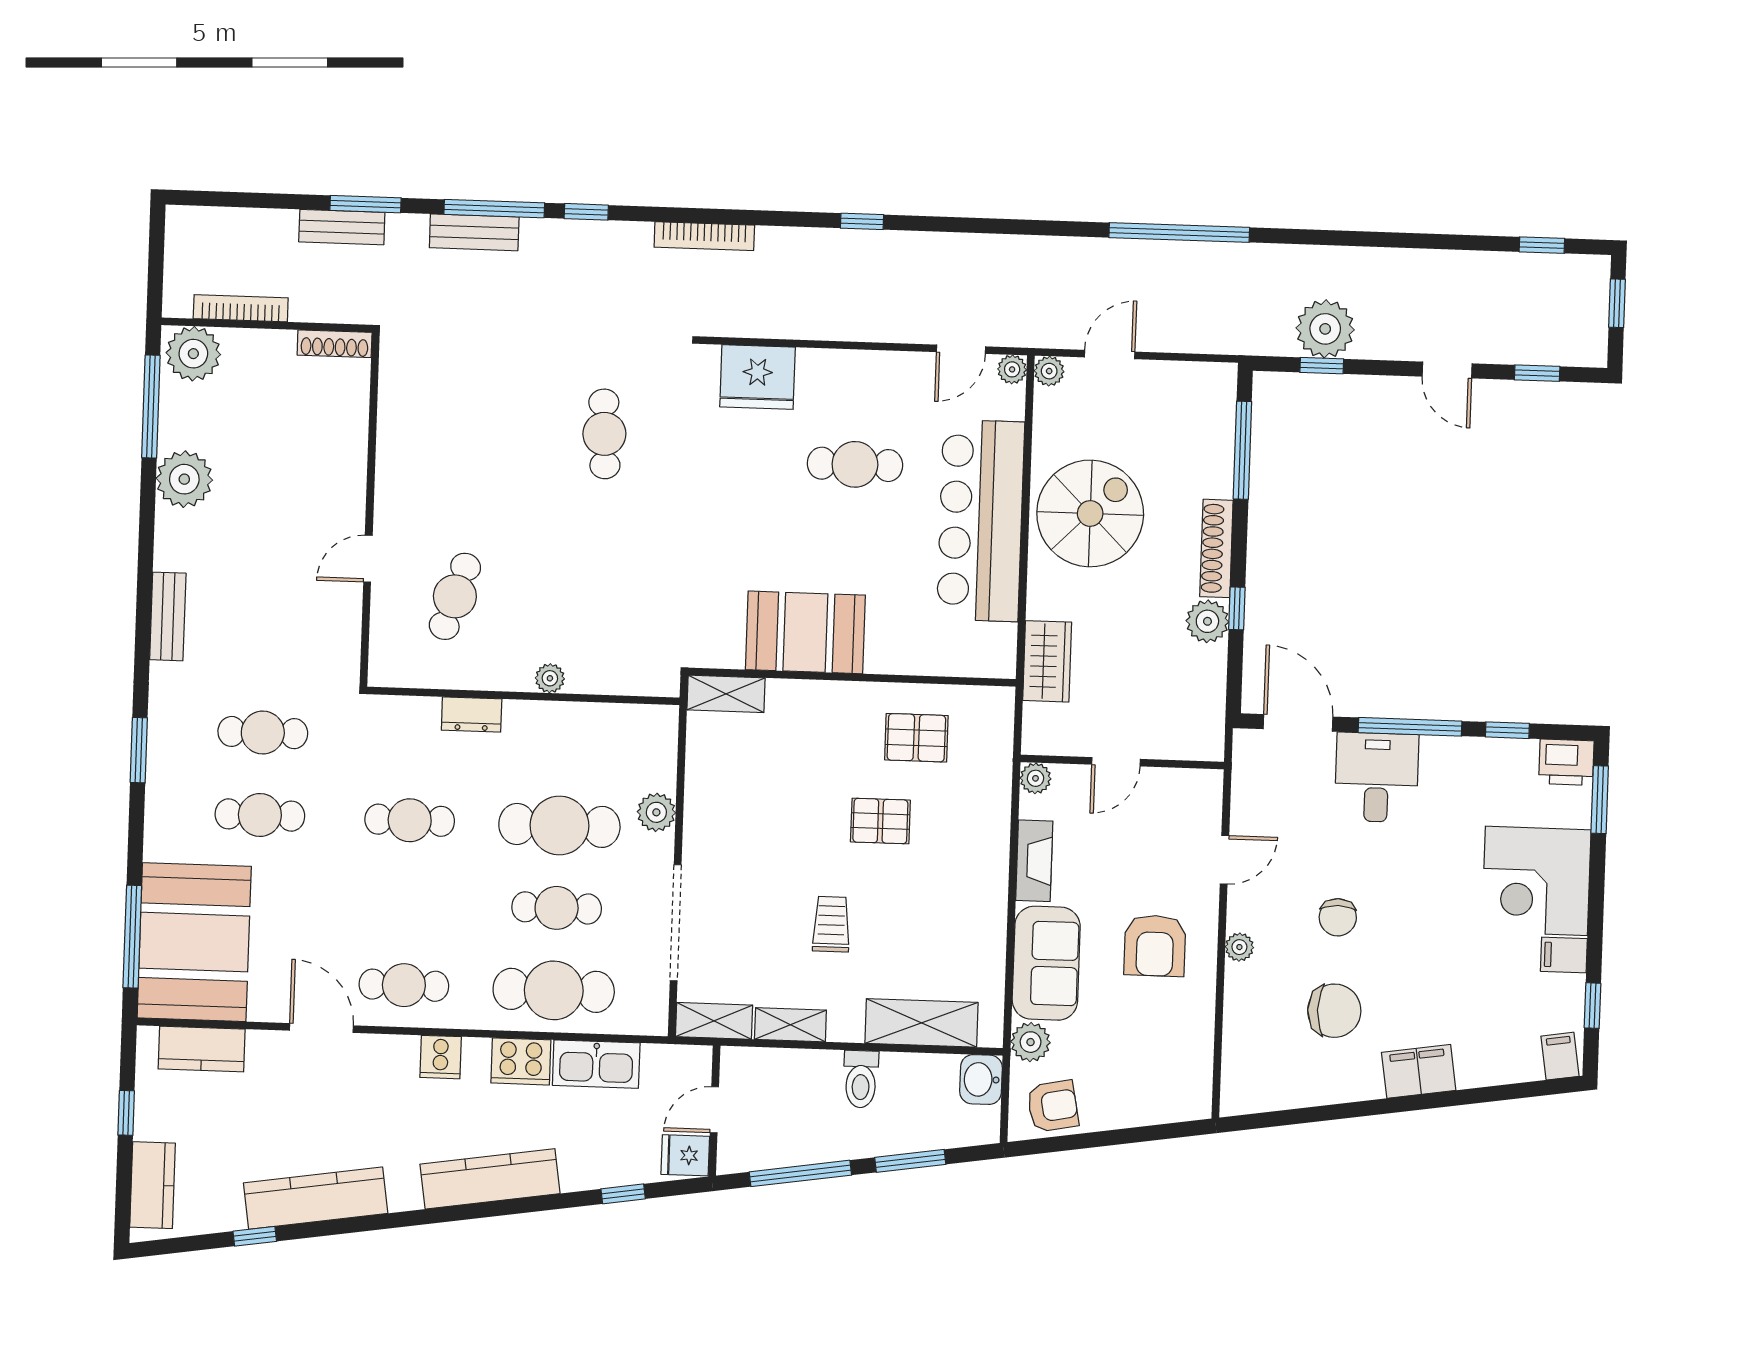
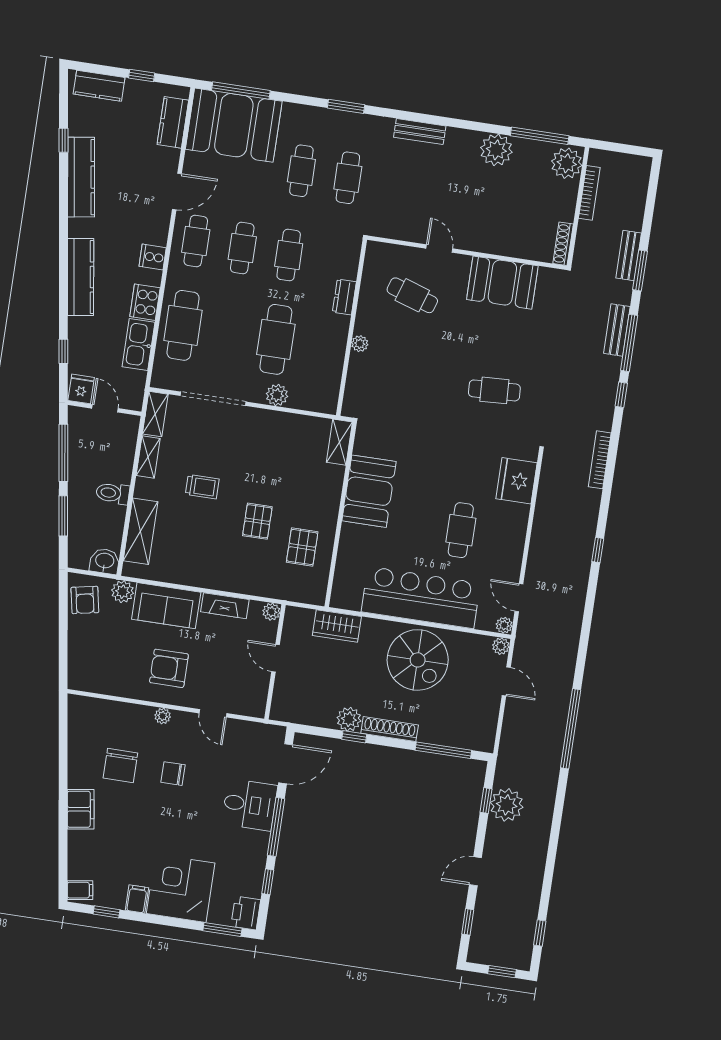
booth: (415, 442) -> (502, 283), added
cafe table: (557, 908) -> (242, 248), moved

